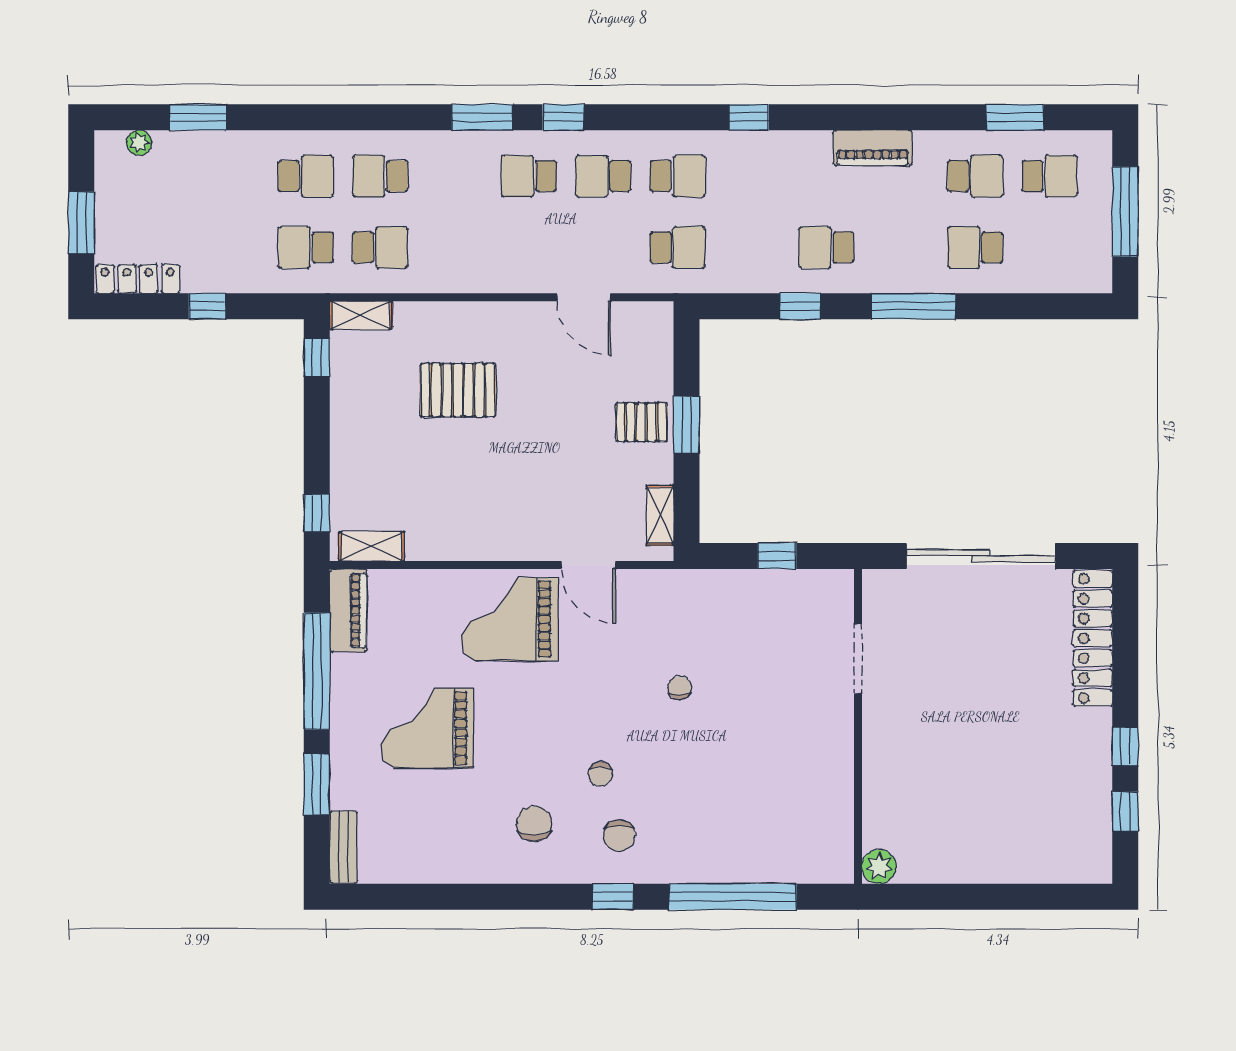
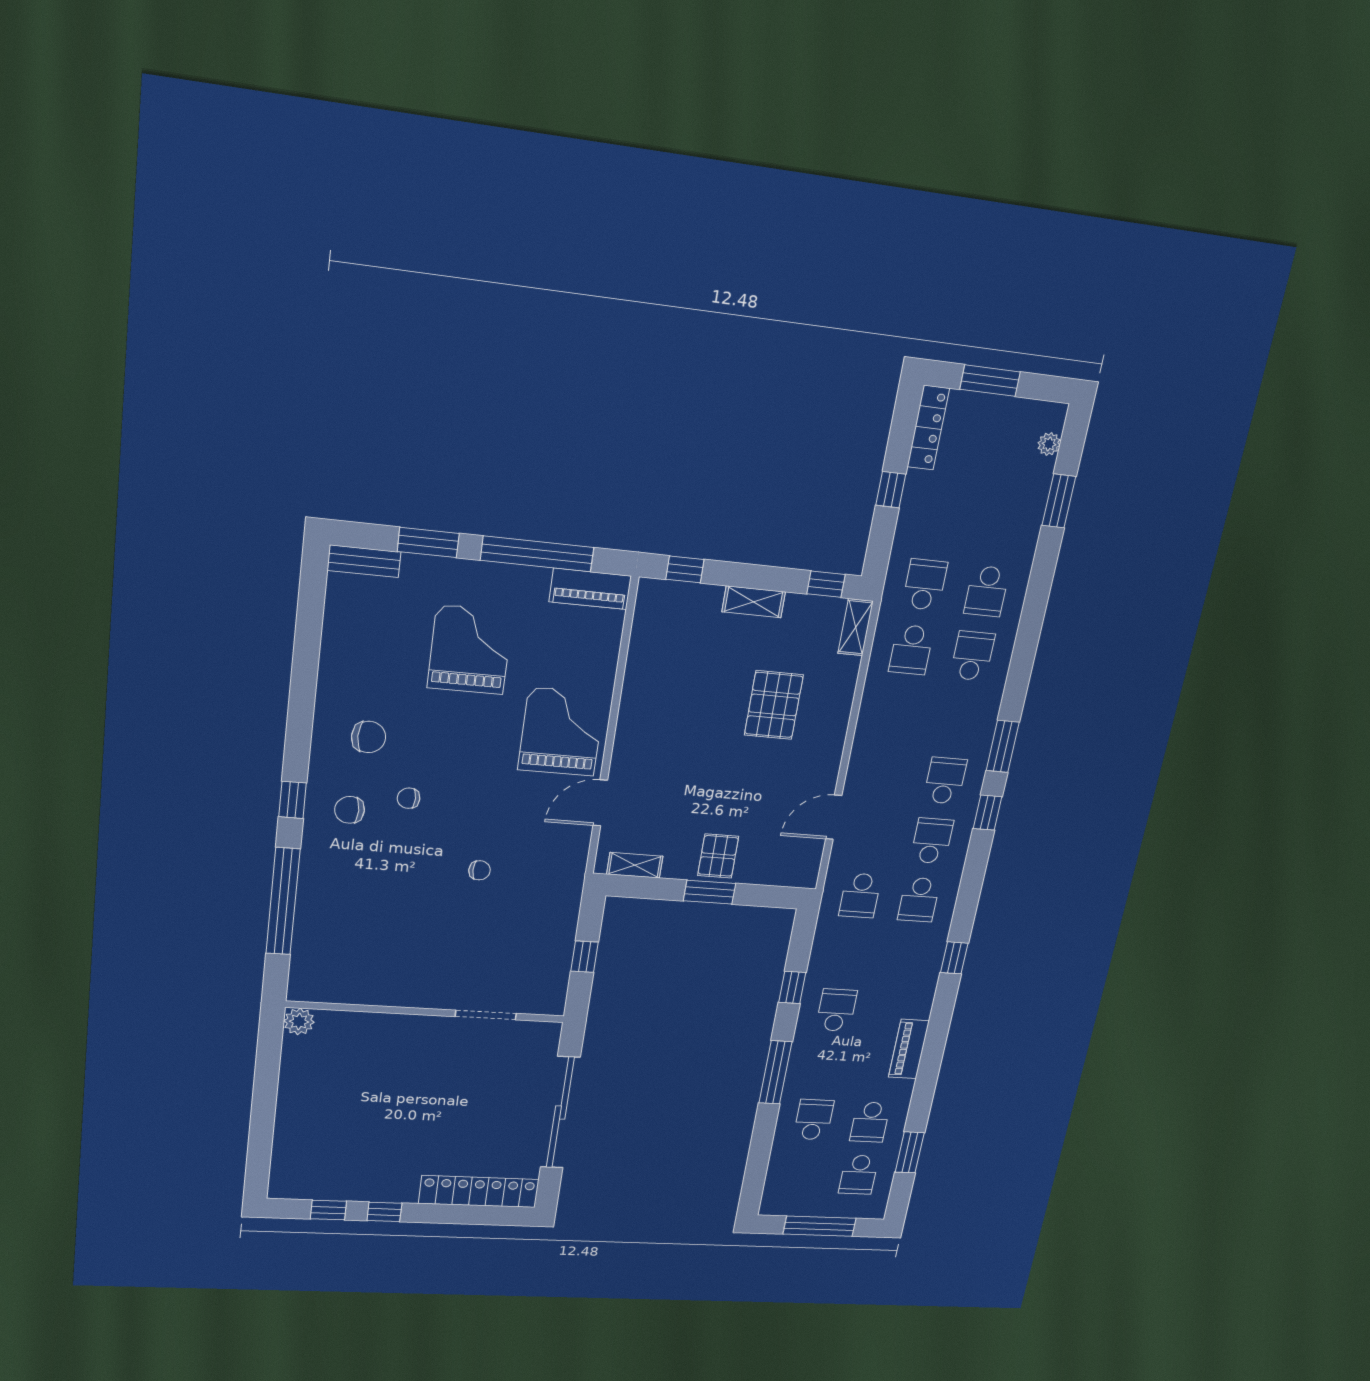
shelving: (371, 546) -> (754, 602), moved, turned 90

